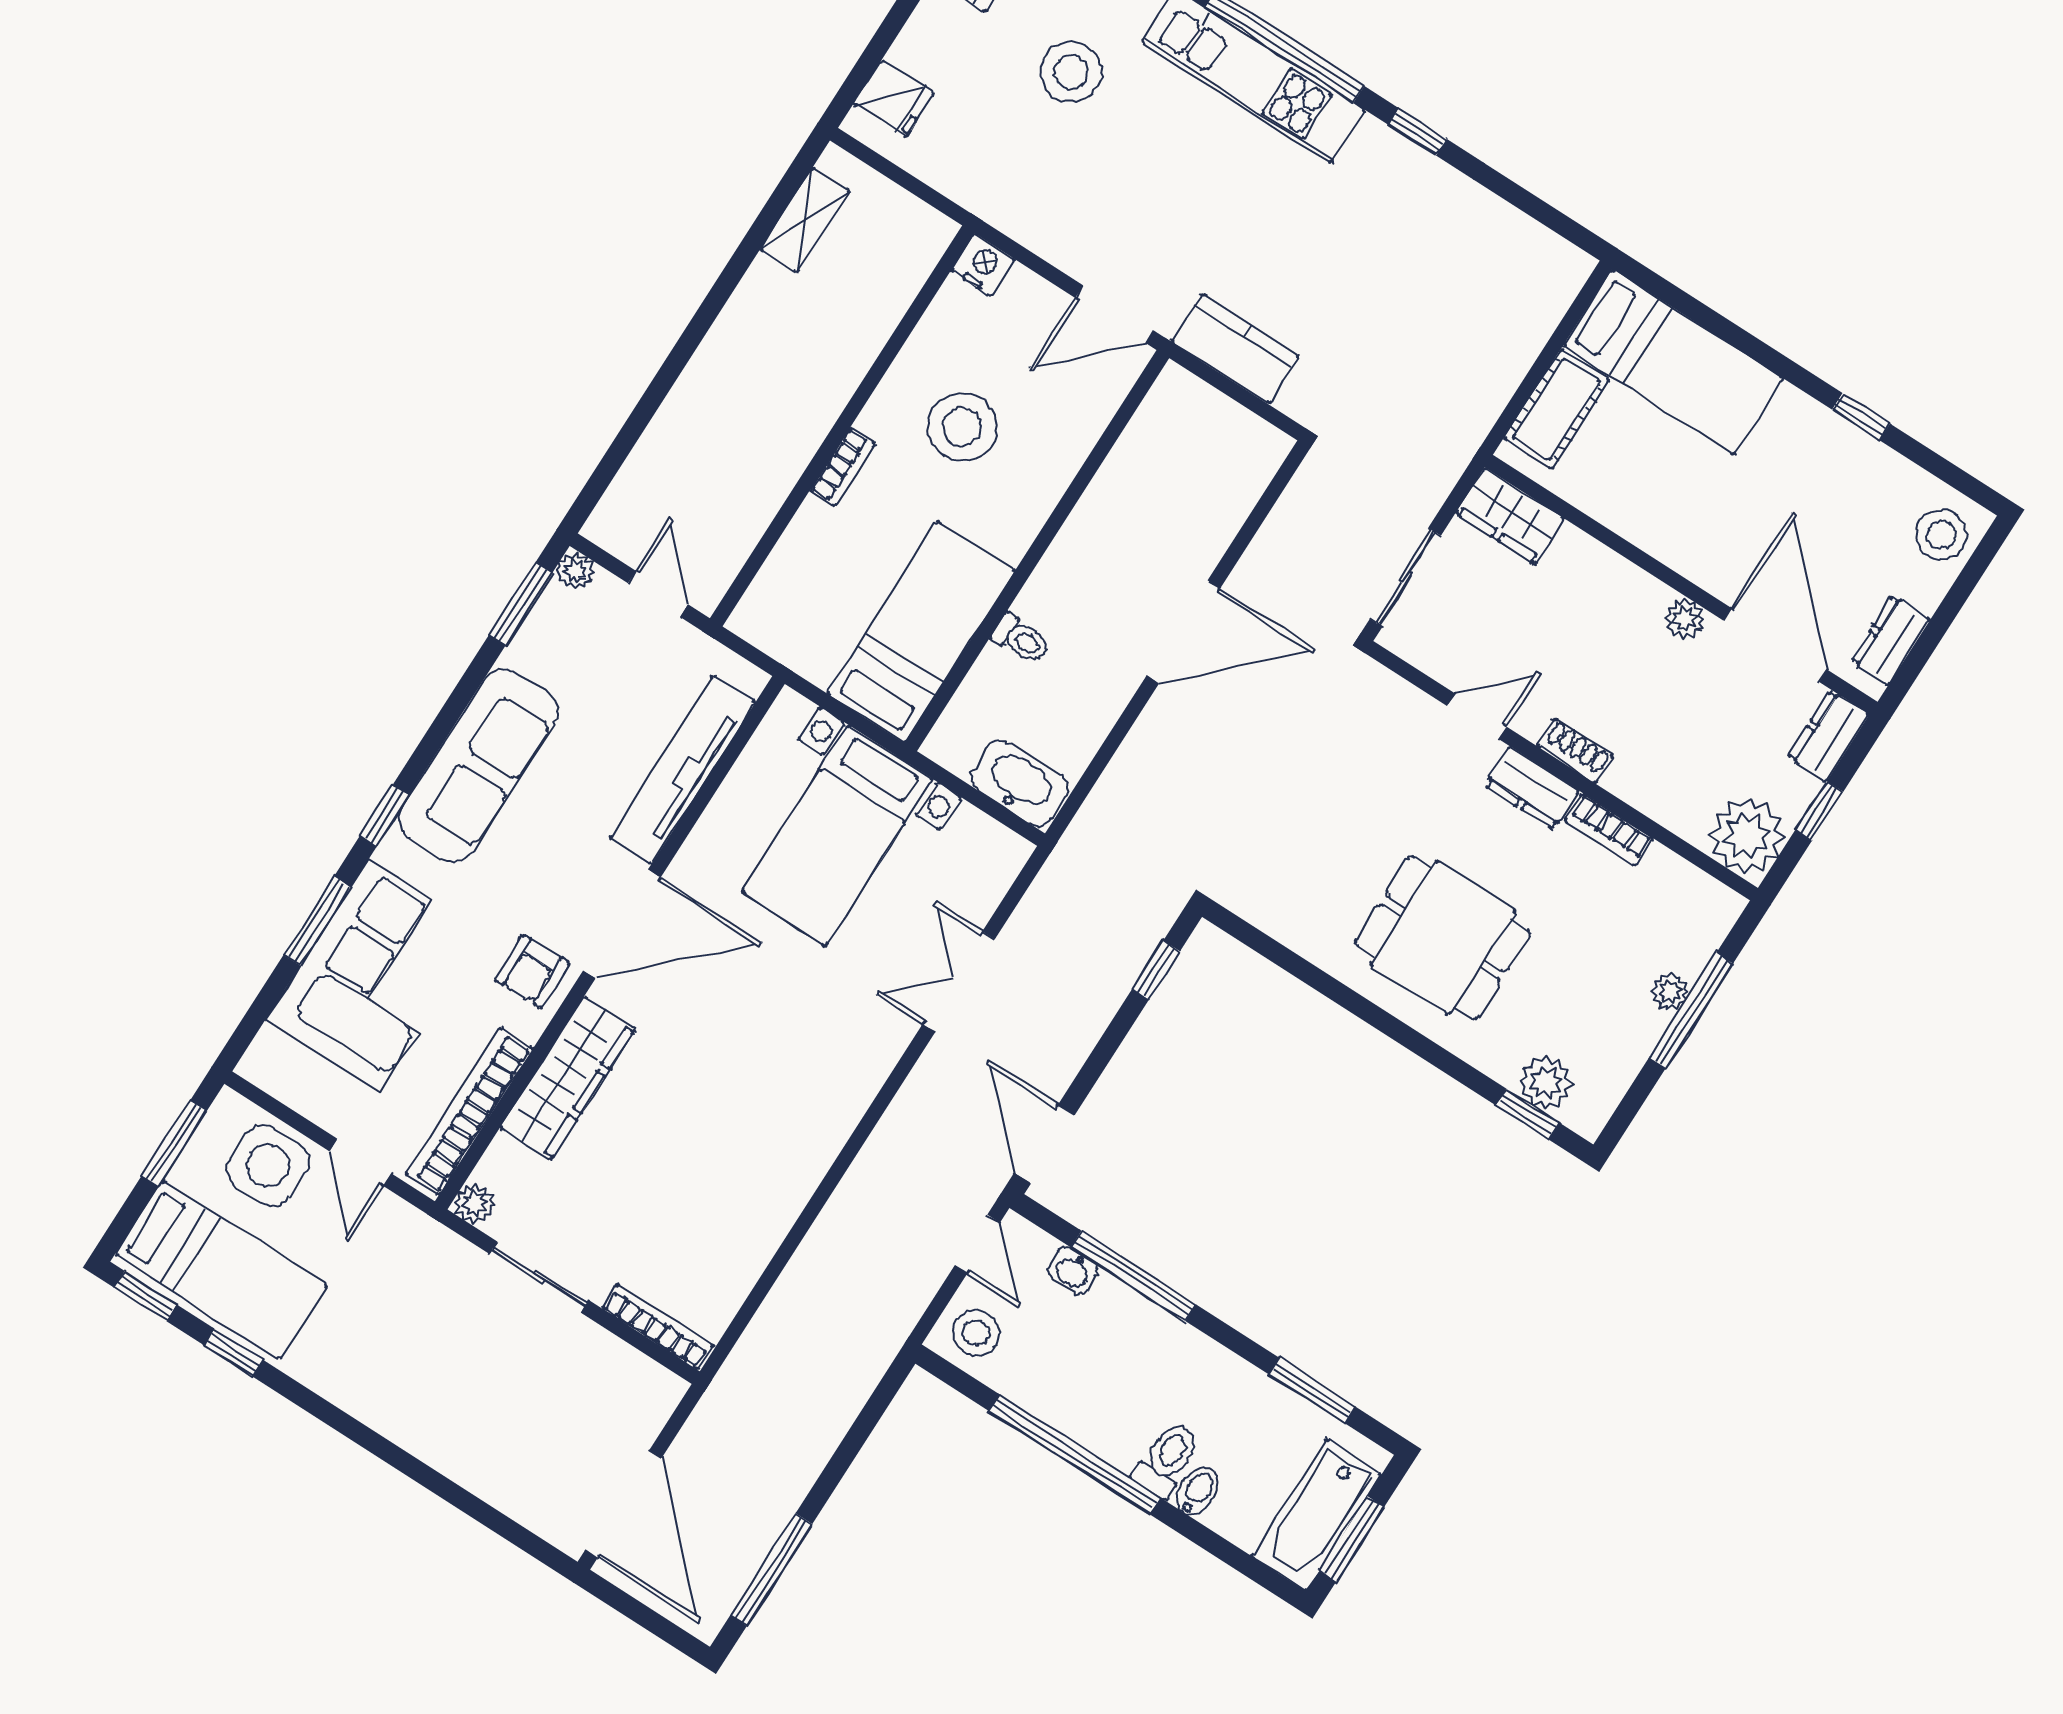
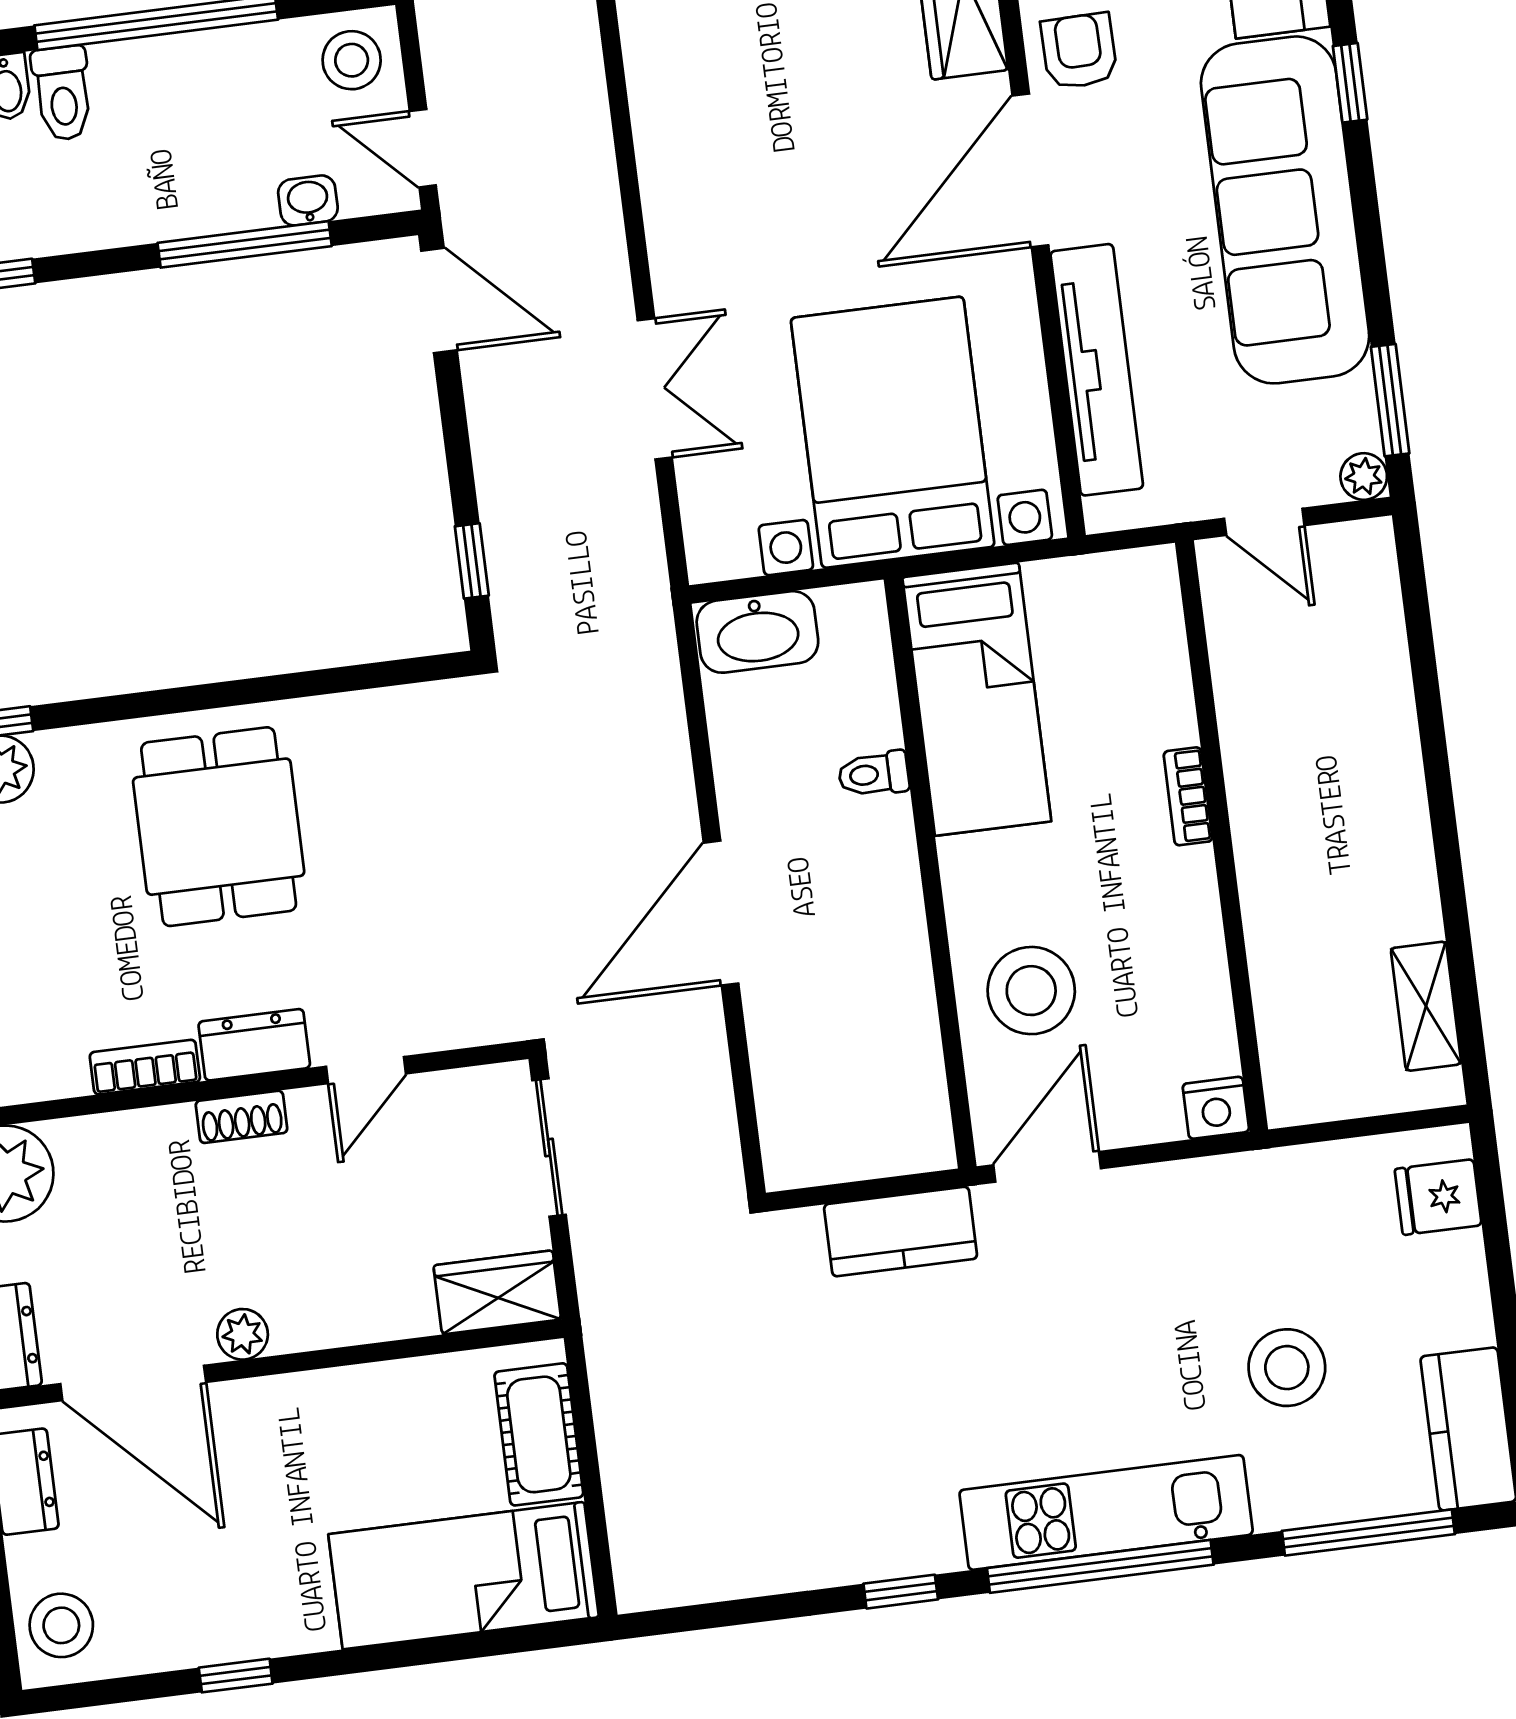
stool: (962, 427) -> (1031, 991), moved
sofa: (479, 766) -> (1285, 210), width x1.36, depth x1.27
bed with nightstands: (837, 835) -> (893, 432), width x1.36
dining table: (1443, 938) -> (219, 827), turned 90

